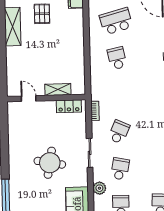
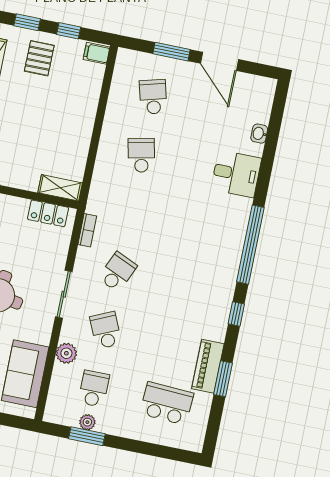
school desk: (116, 21) -> (153, 97), width x0.54
shelving: (58, 90) -> (60, 188), moved
school desk: (120, 169) -> (106, 330), turned -36

